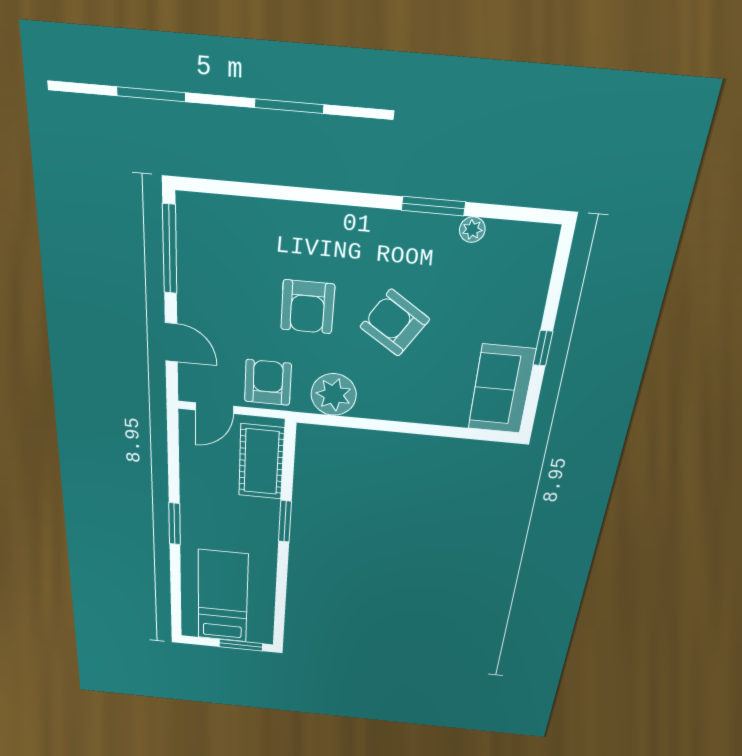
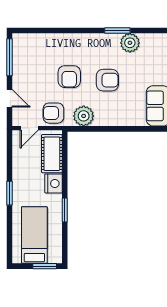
plant: (472, 230) -> (130, 43), width x1.88, depth x1.88
armchair: (395, 323) -> (107, 80), turned 147
armchair: (268, 382) -> (53, 113), turned -90
nightstand: (262, 516) -> (53, 183), added
window: (285, 521) -> (65, 210), moved

